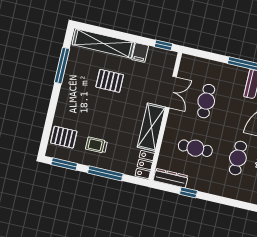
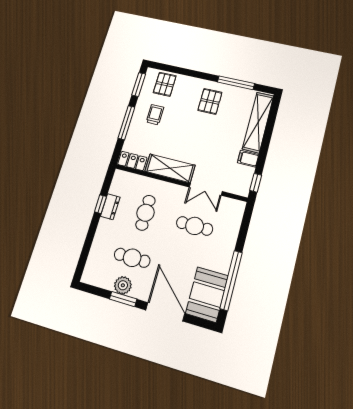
pallet: (110, 81) -> (210, 101), moved
dresser: (171, 178) -> (110, 207), moved, width x0.70

